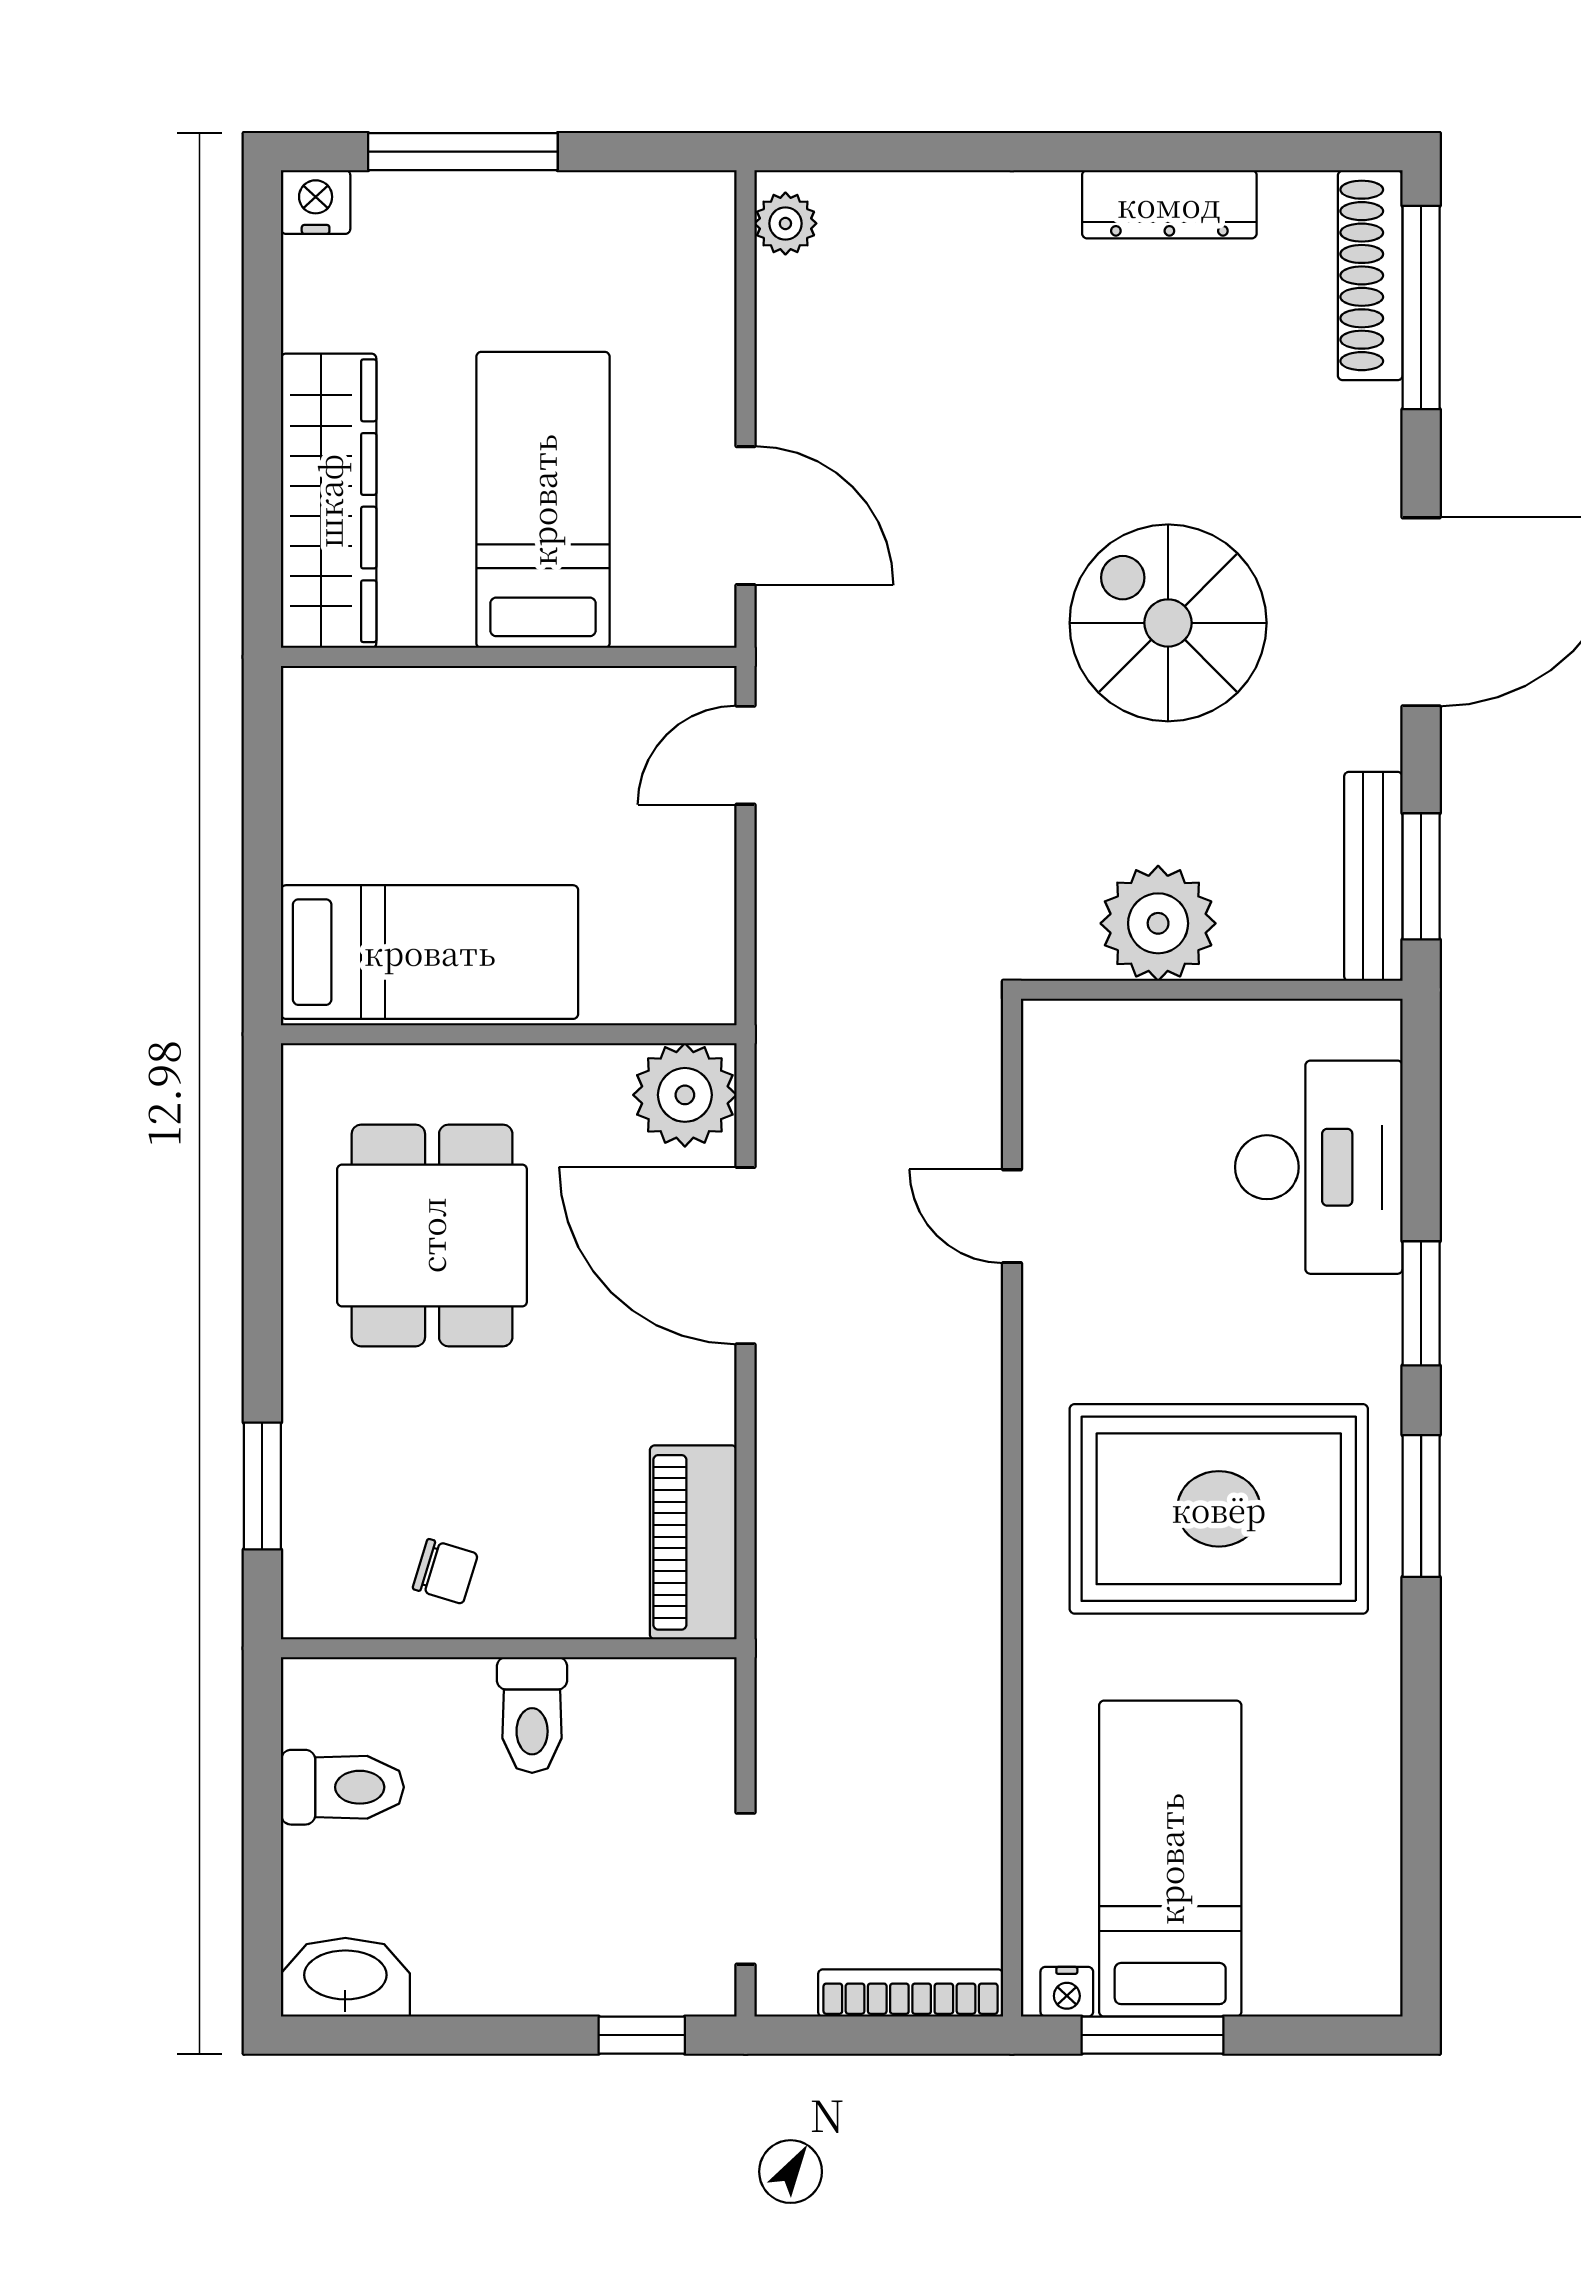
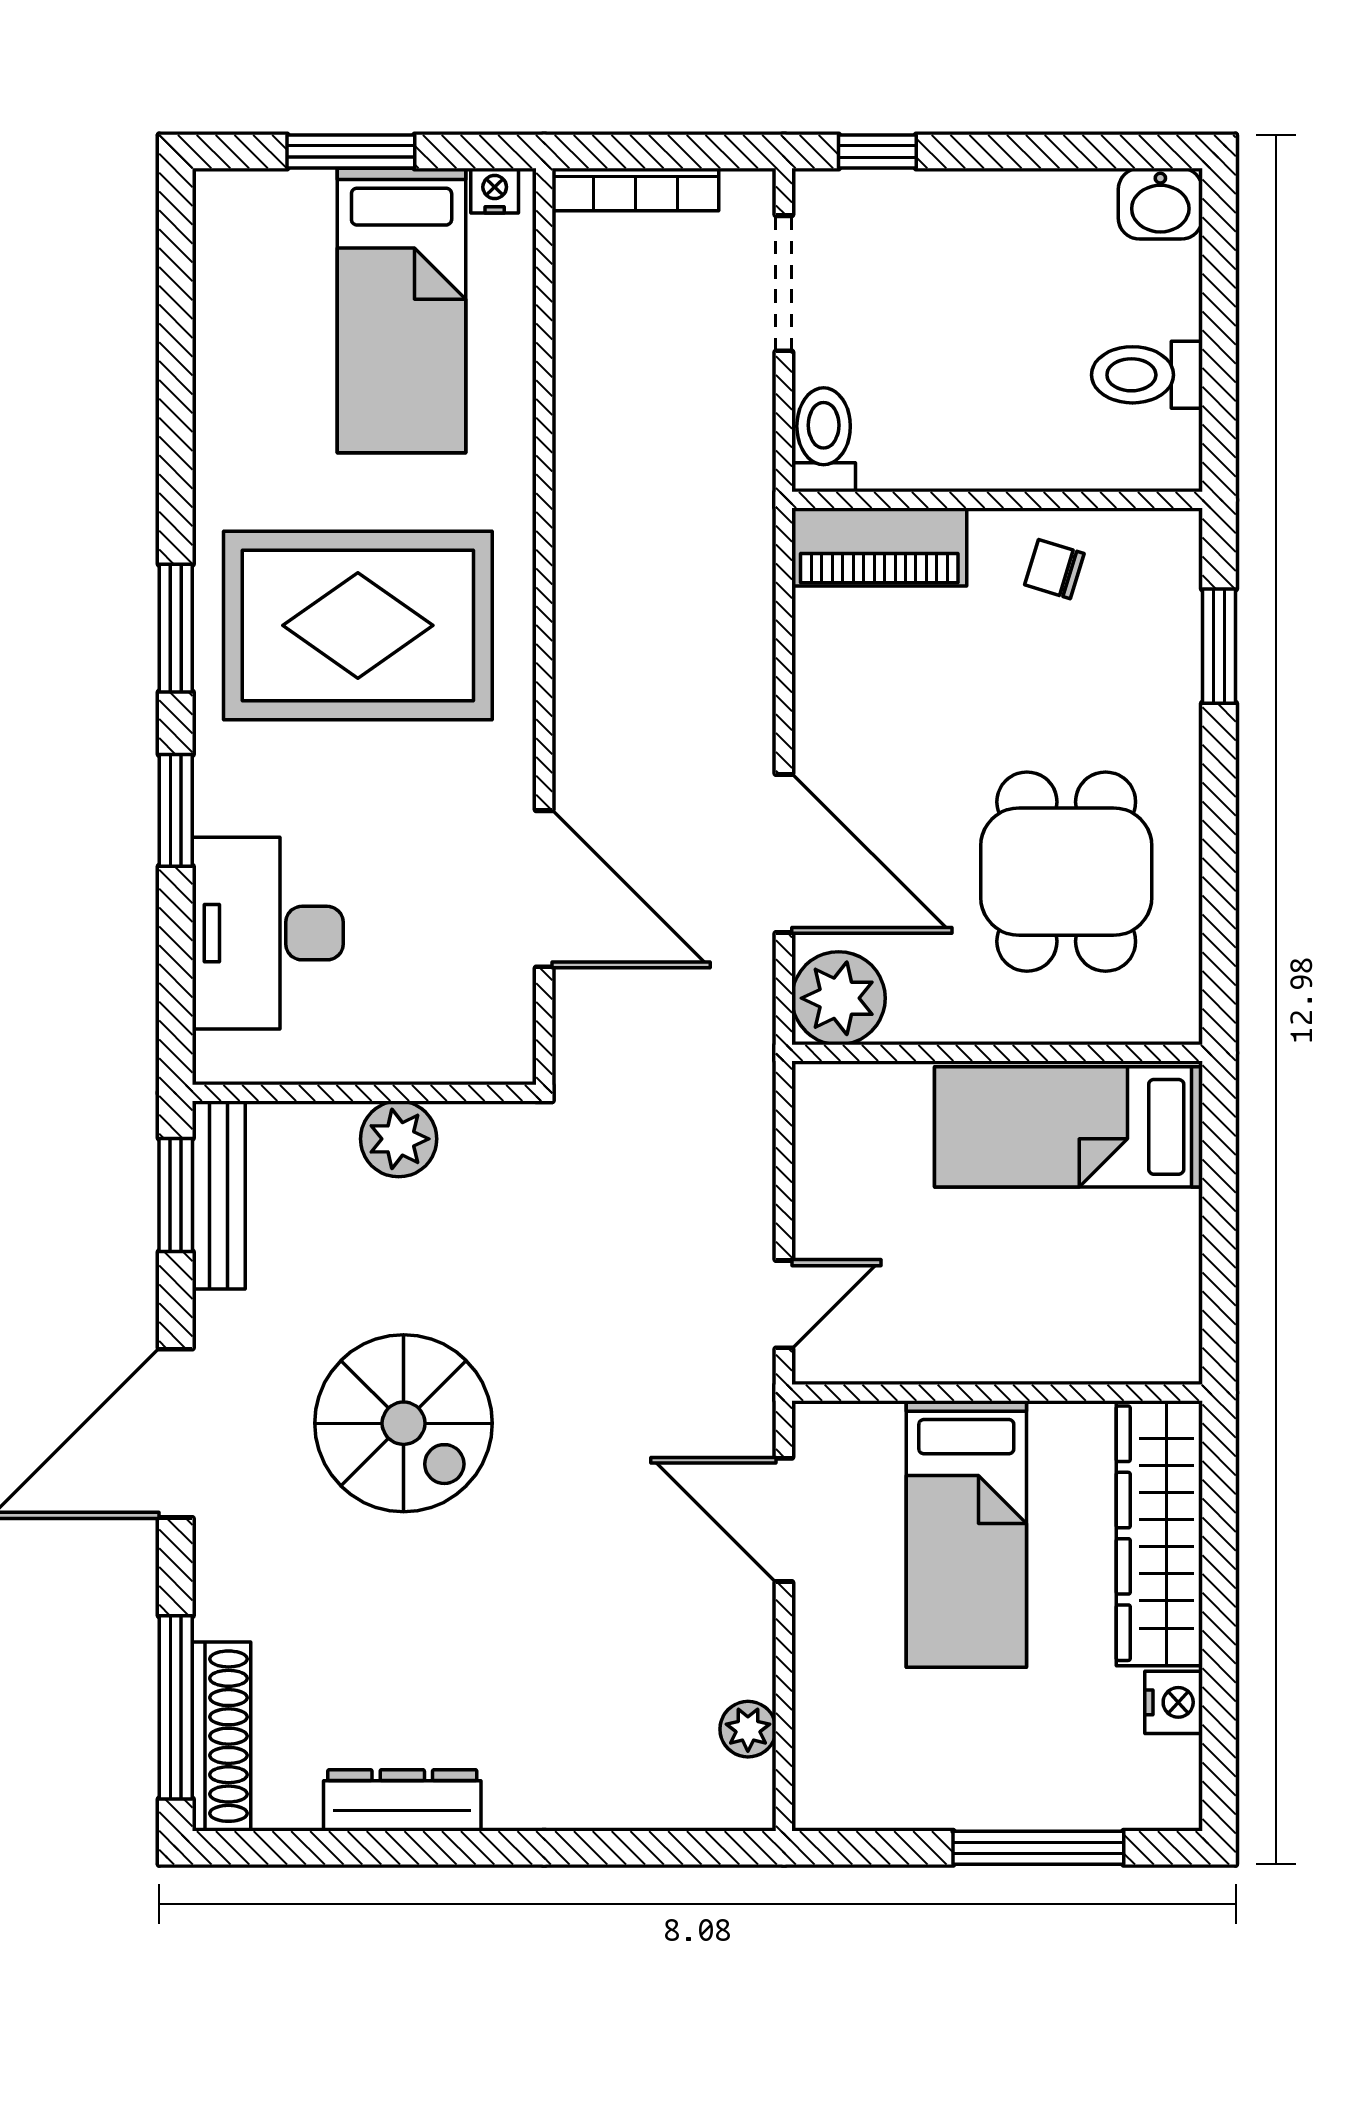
nightstand: (316, 202) -> (1174, 1702), moved, turned -90
plant: (785, 223) -> (748, 1729), moved
plant: (1158, 923) -> (399, 1139), width x0.73, depth x0.73
door: (1012, 1216) -> (544, 889), width x1.88
piano: (693, 1542) -> (879, 547), moved, turned 90
toilet: (532, 1715) -> (824, 440), moved
washbasin: (345, 1977) -> (1160, 204), width x0.72
window: (1152, 2035) -> (351, 152), moved

